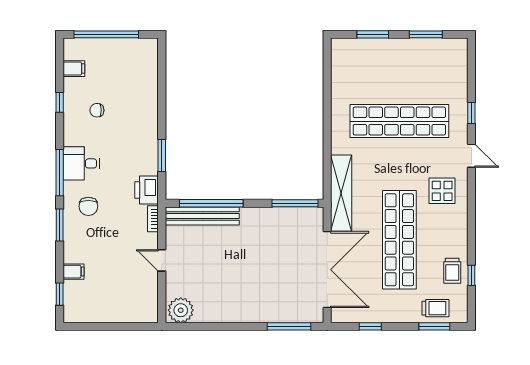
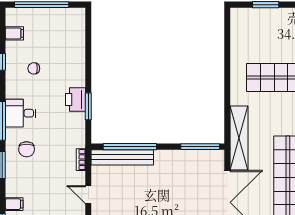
printer: (147, 190) -> (76, 99), moved

